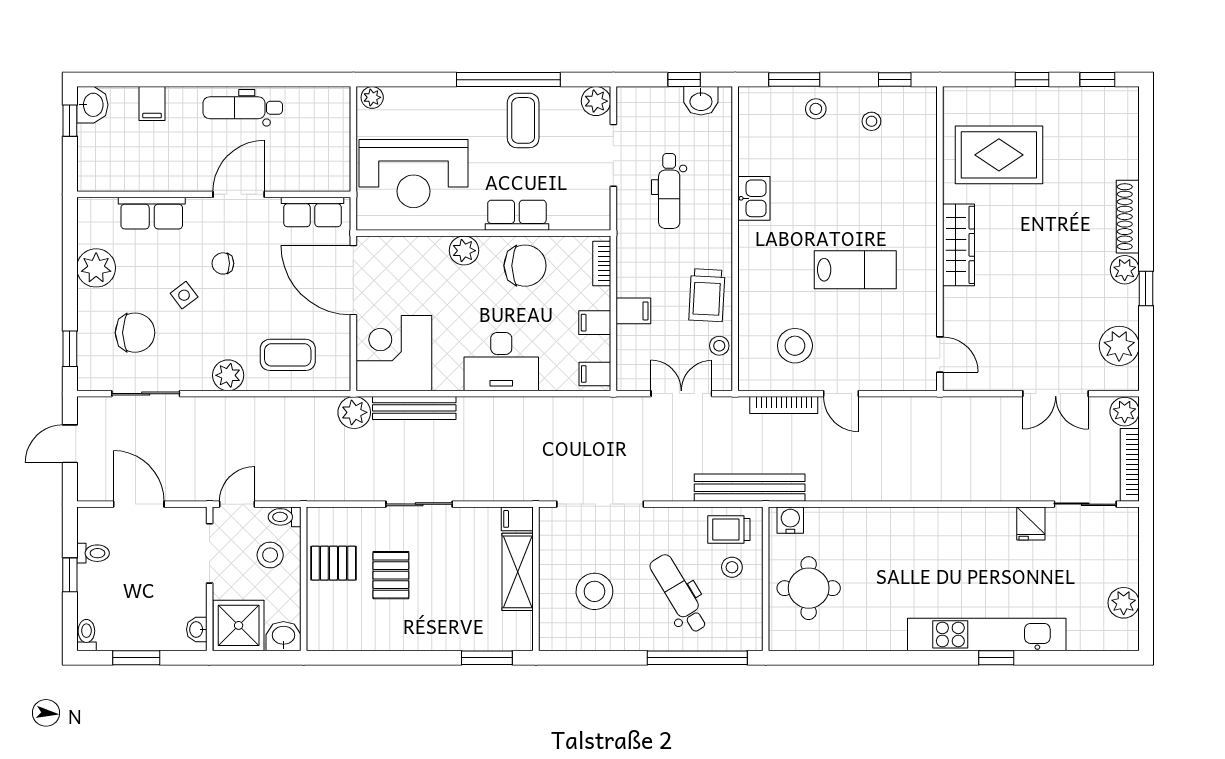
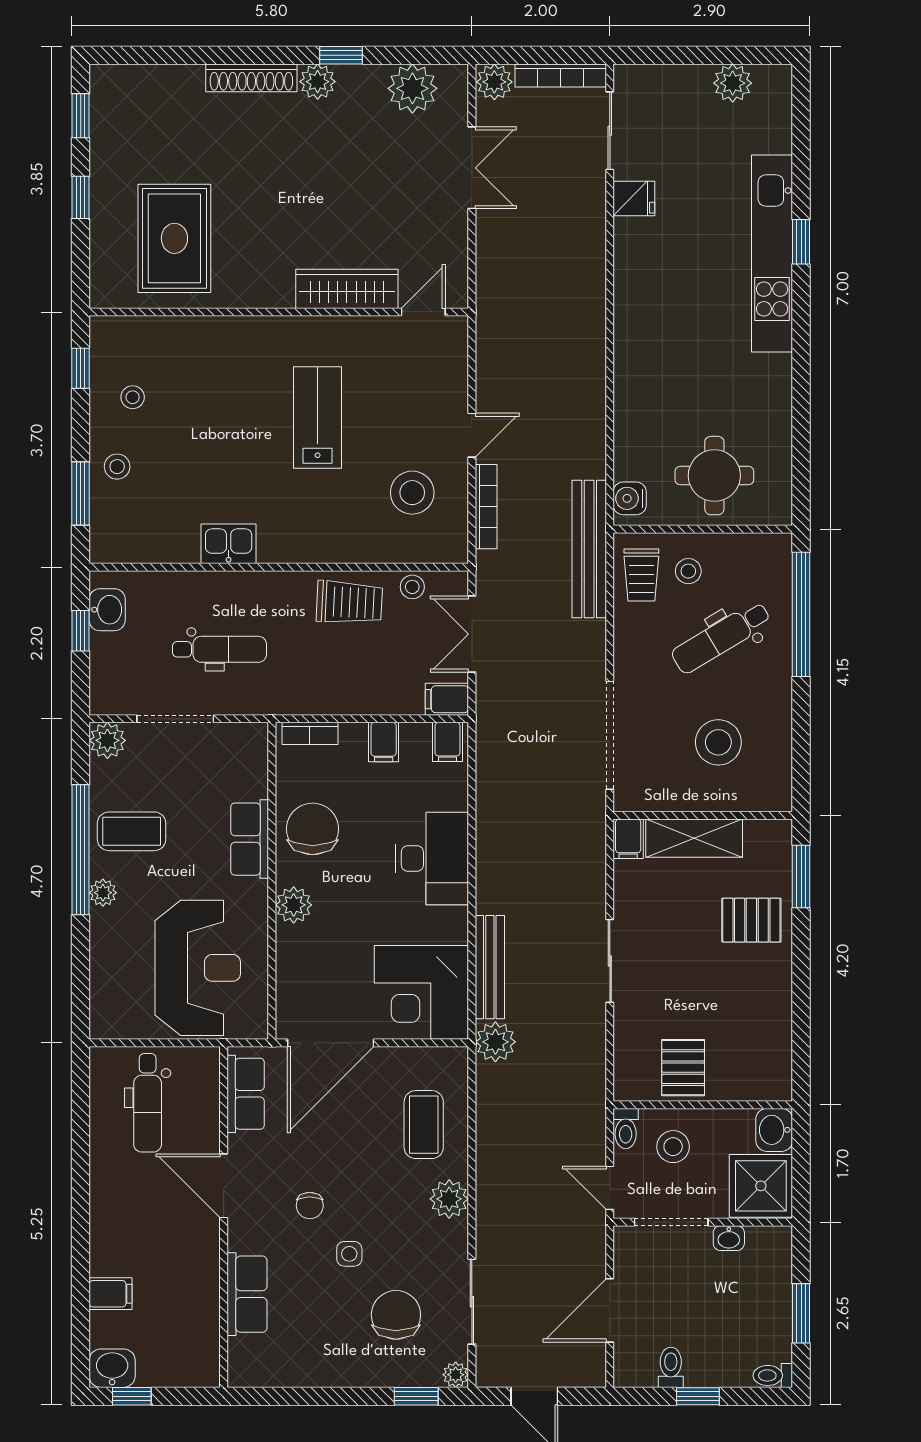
plant: (372, 97) -> (103, 893), moved
dental chair: (243, 108) -> (148, 1103), moved
wardrobe: (958, 245) -> (347, 289), moved
plant: (96, 268) -> (456, 1375), moved, width x0.53, depth x0.53
side table: (184, 295) -> (349, 1254), turned 37
filing cabinet: (633, 311) -> (447, 699), moved, turned -90
pallet: (391, 575) -> (751, 920), moved
washbasin: (197, 629) -> (729, 1238), moved

